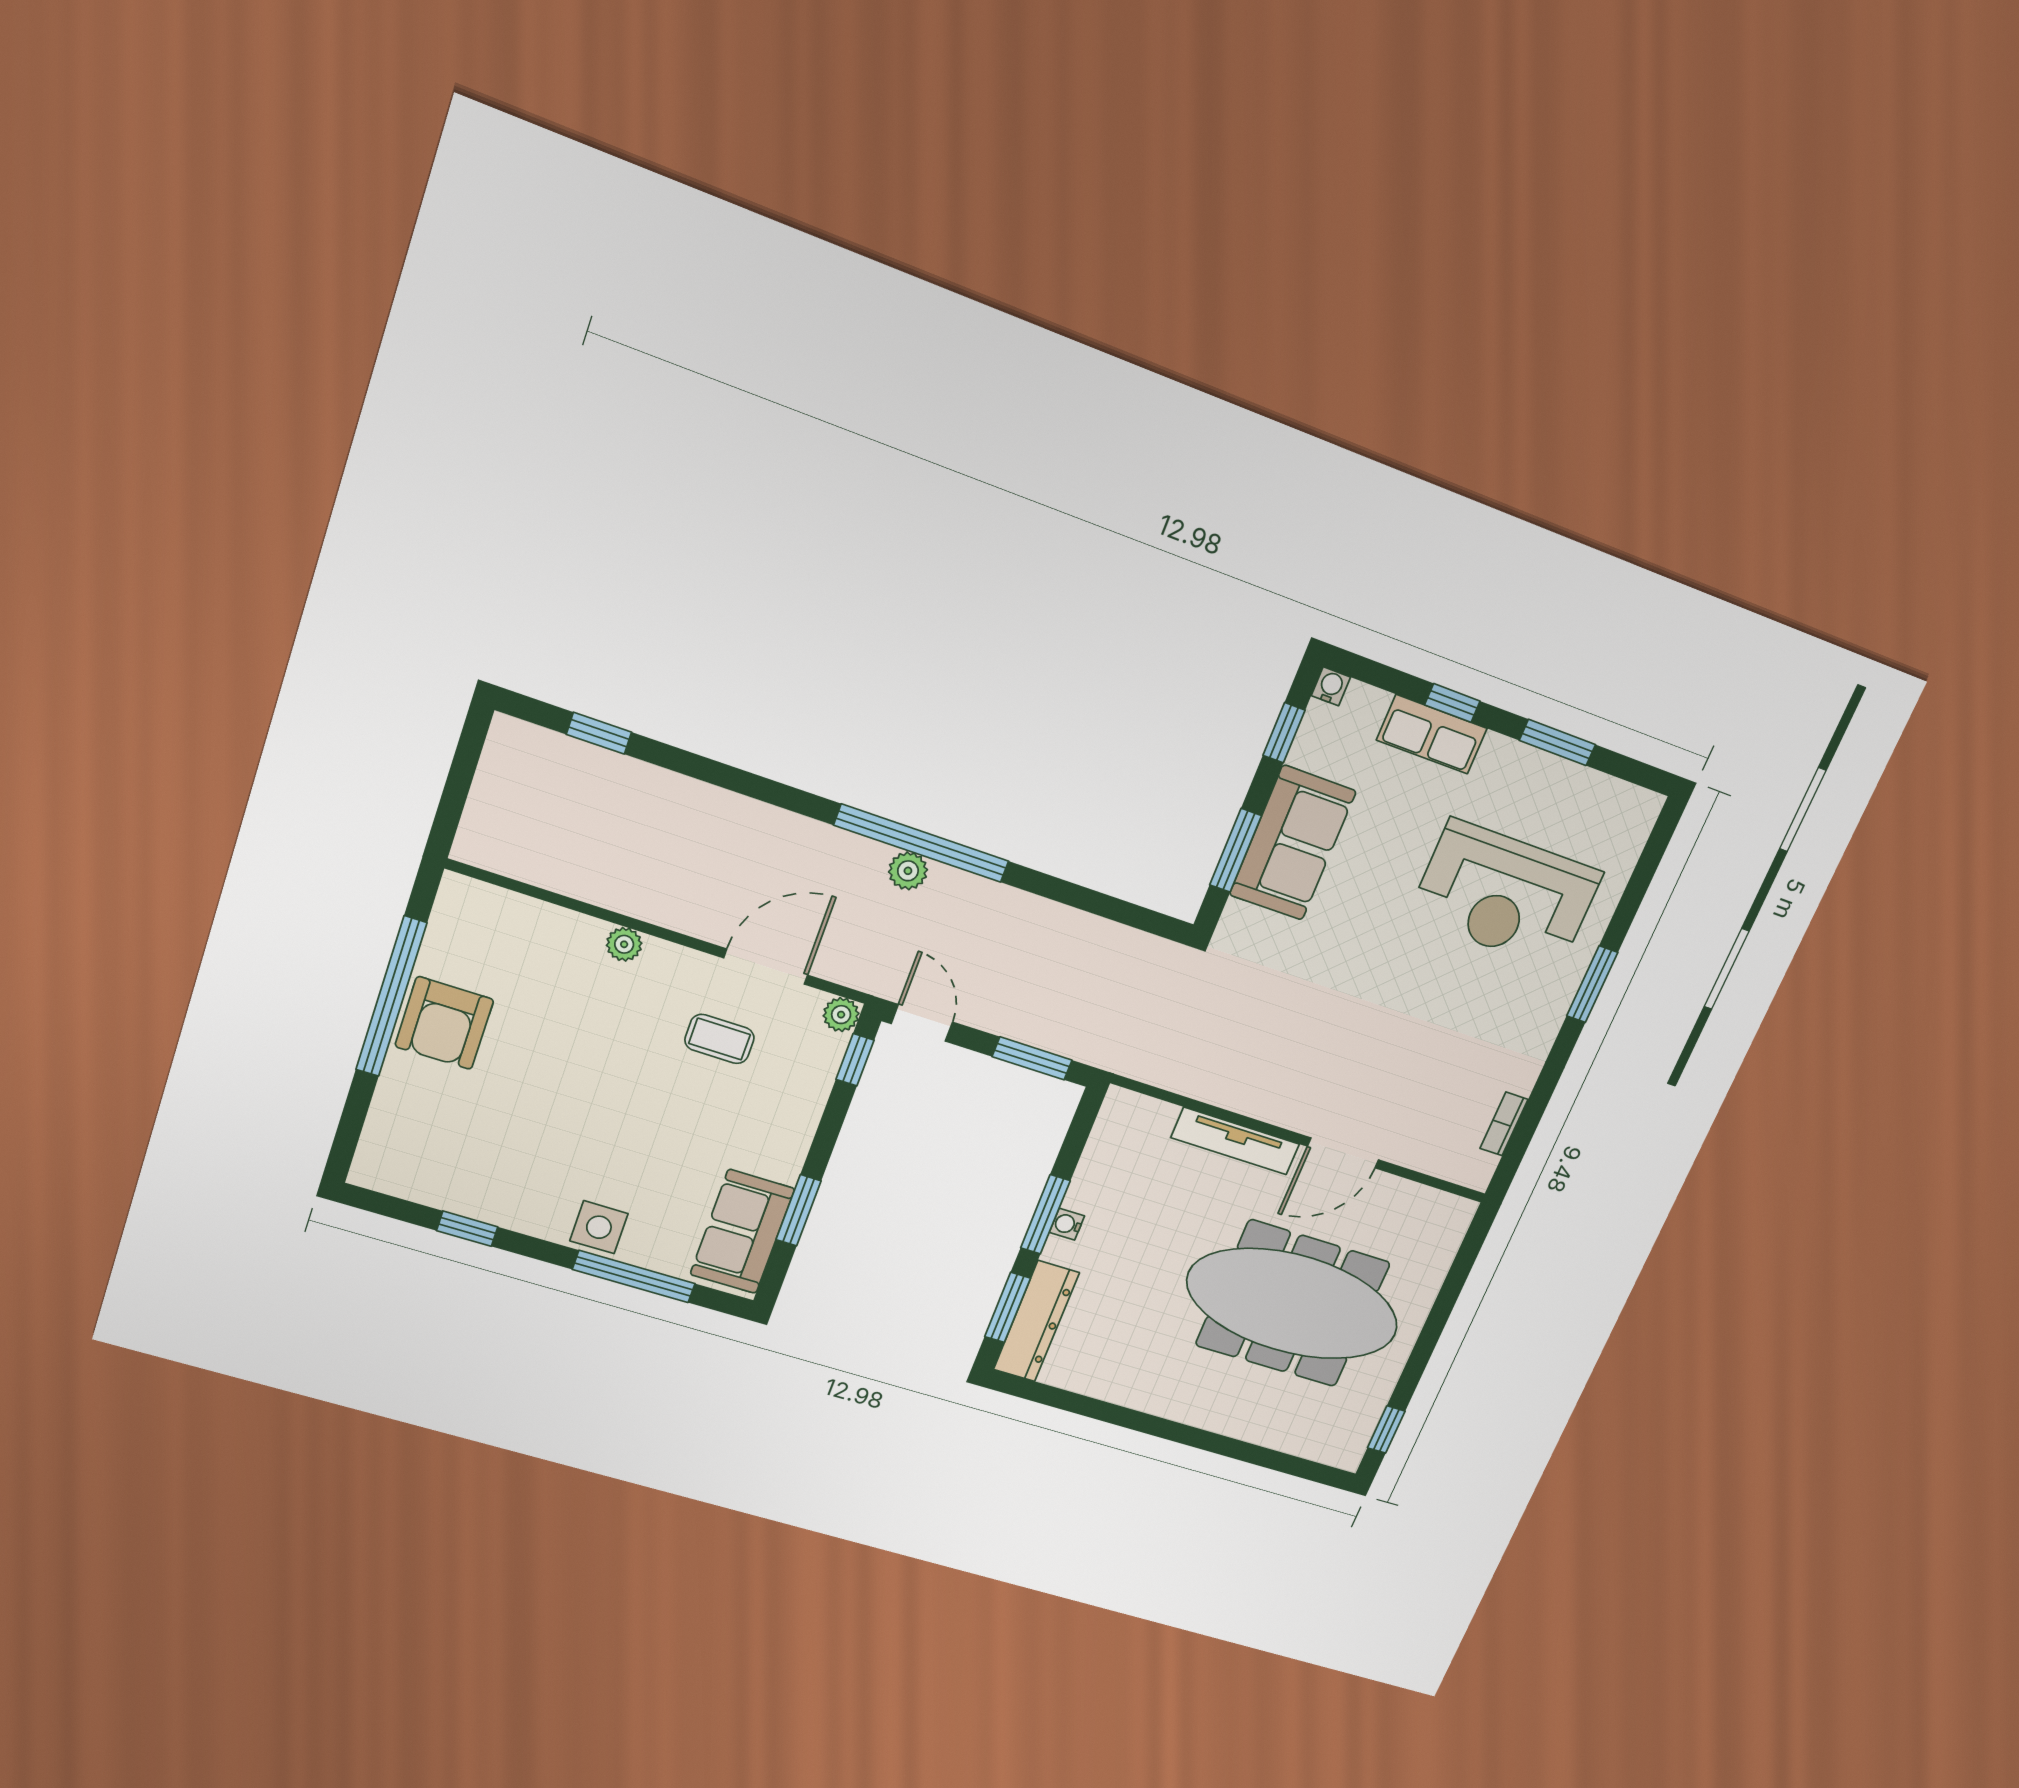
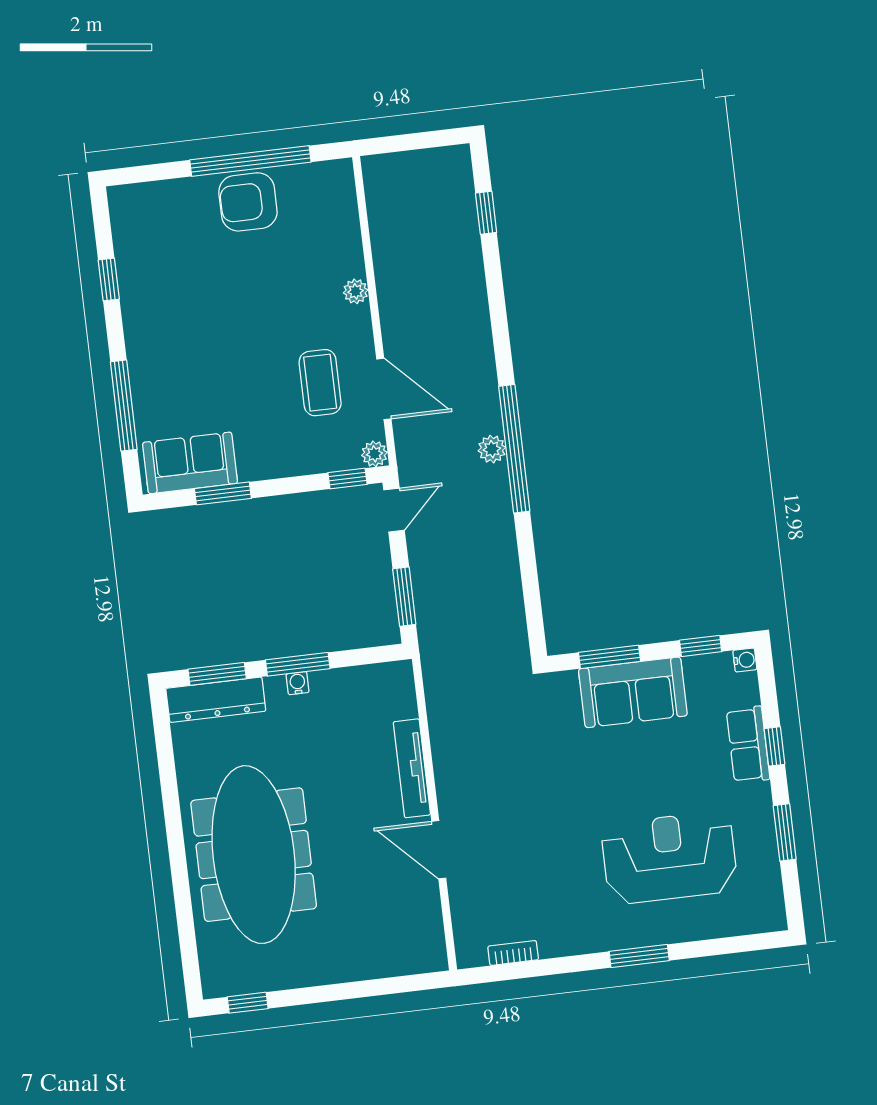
reception desk: (1505, 895) -> (669, 858), turned 90
coffee table: (719, 1039) -> (320, 383), width x1.36, depth x1.30
side table: (599, 1227) -> (149, 366), removed
meeting table: (1293, 1304) -> (254, 855), moved

